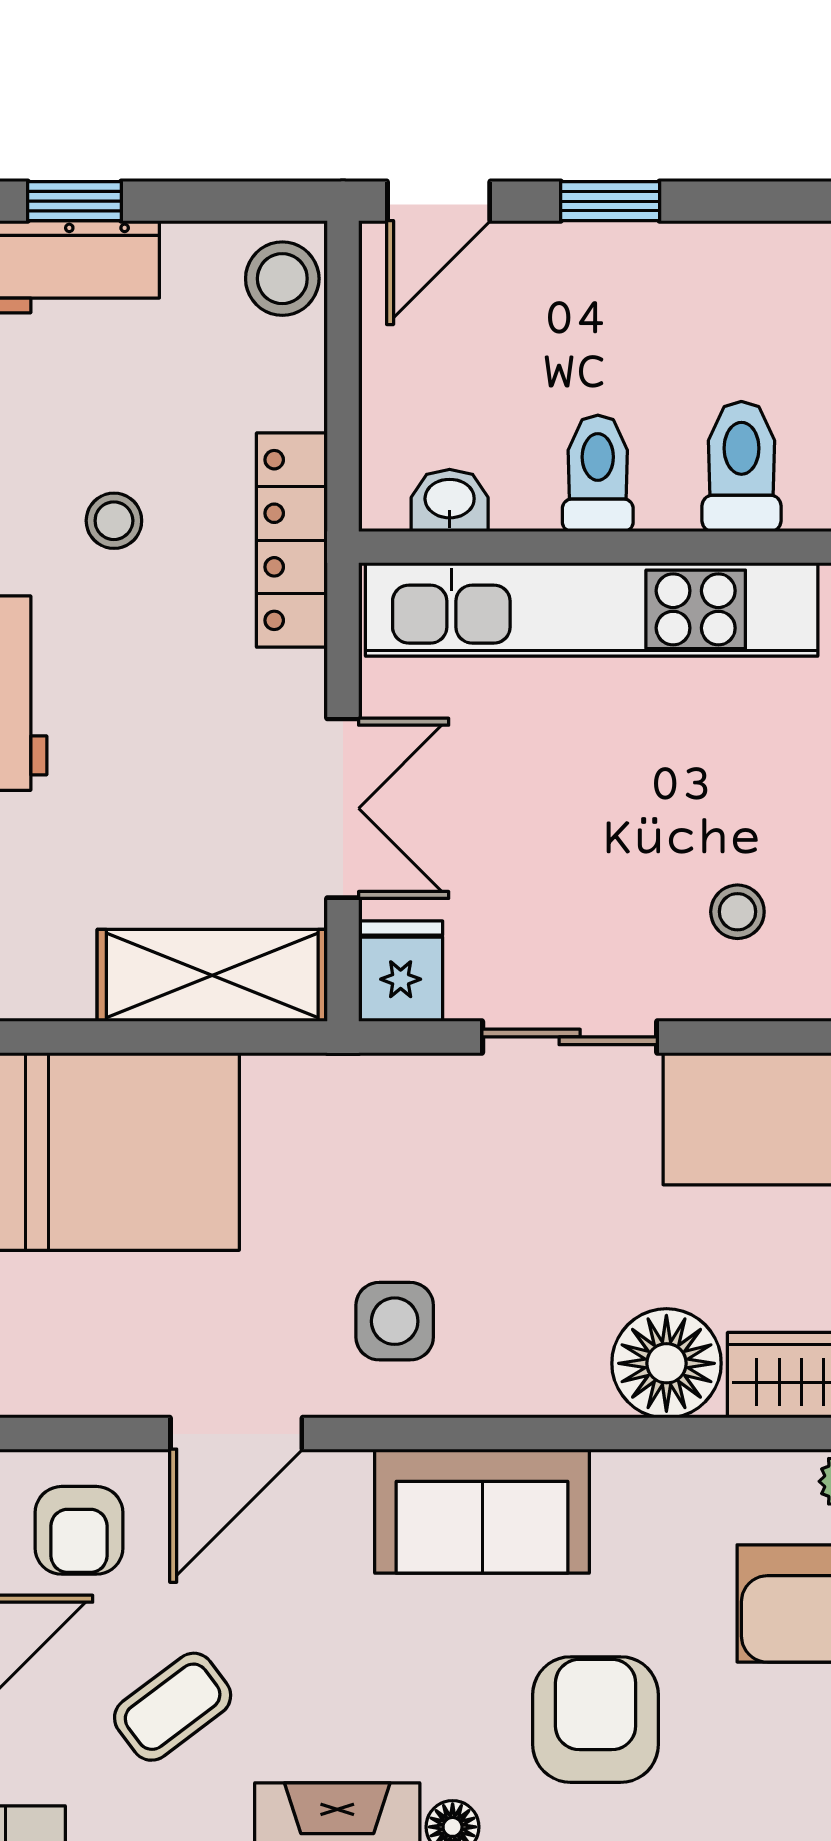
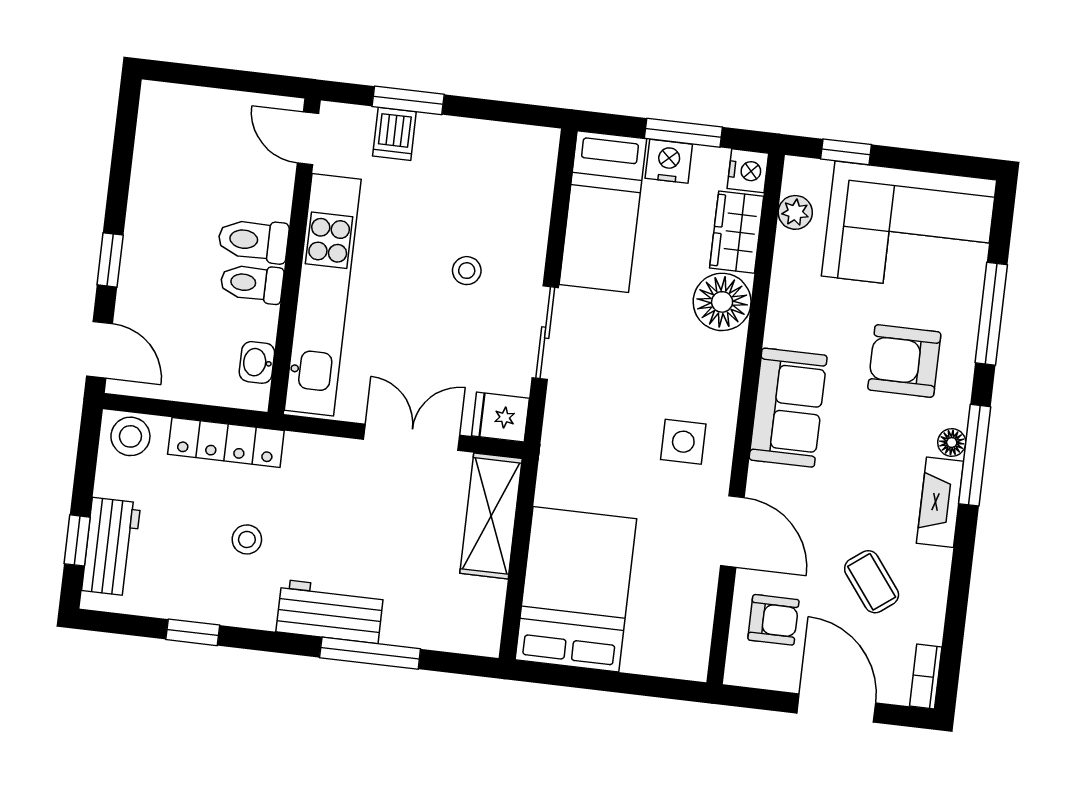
toilet: (741, 466) -> (253, 240), moved
locker: (292, 540) -> (226, 442), moved
stool: (737, 912) -> (467, 271), moved

